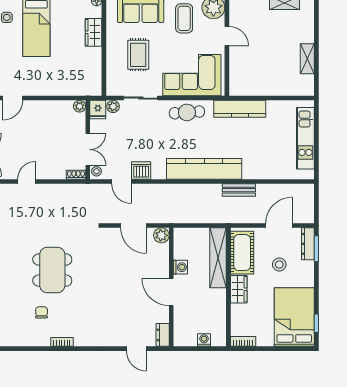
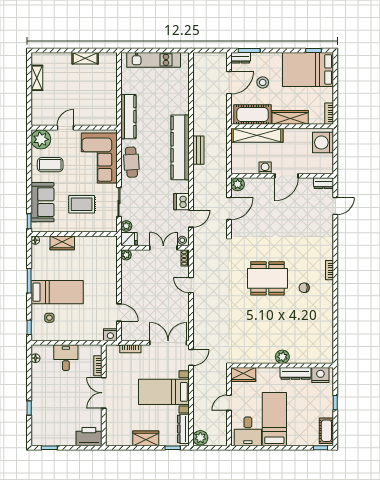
door: (27, 182) -> (191, 285), moved
bench: (239, 190) -> (198, 150), moved
door: (279, 226) -> (229, 83), swing flipped
dresser: (308, 244) -> (241, 58), width x0.70
wardrobe: (239, 289) -> (290, 117), width x1.50
washing machine: (204, 340) -> (323, 143), width x1.89, depth x1.89

